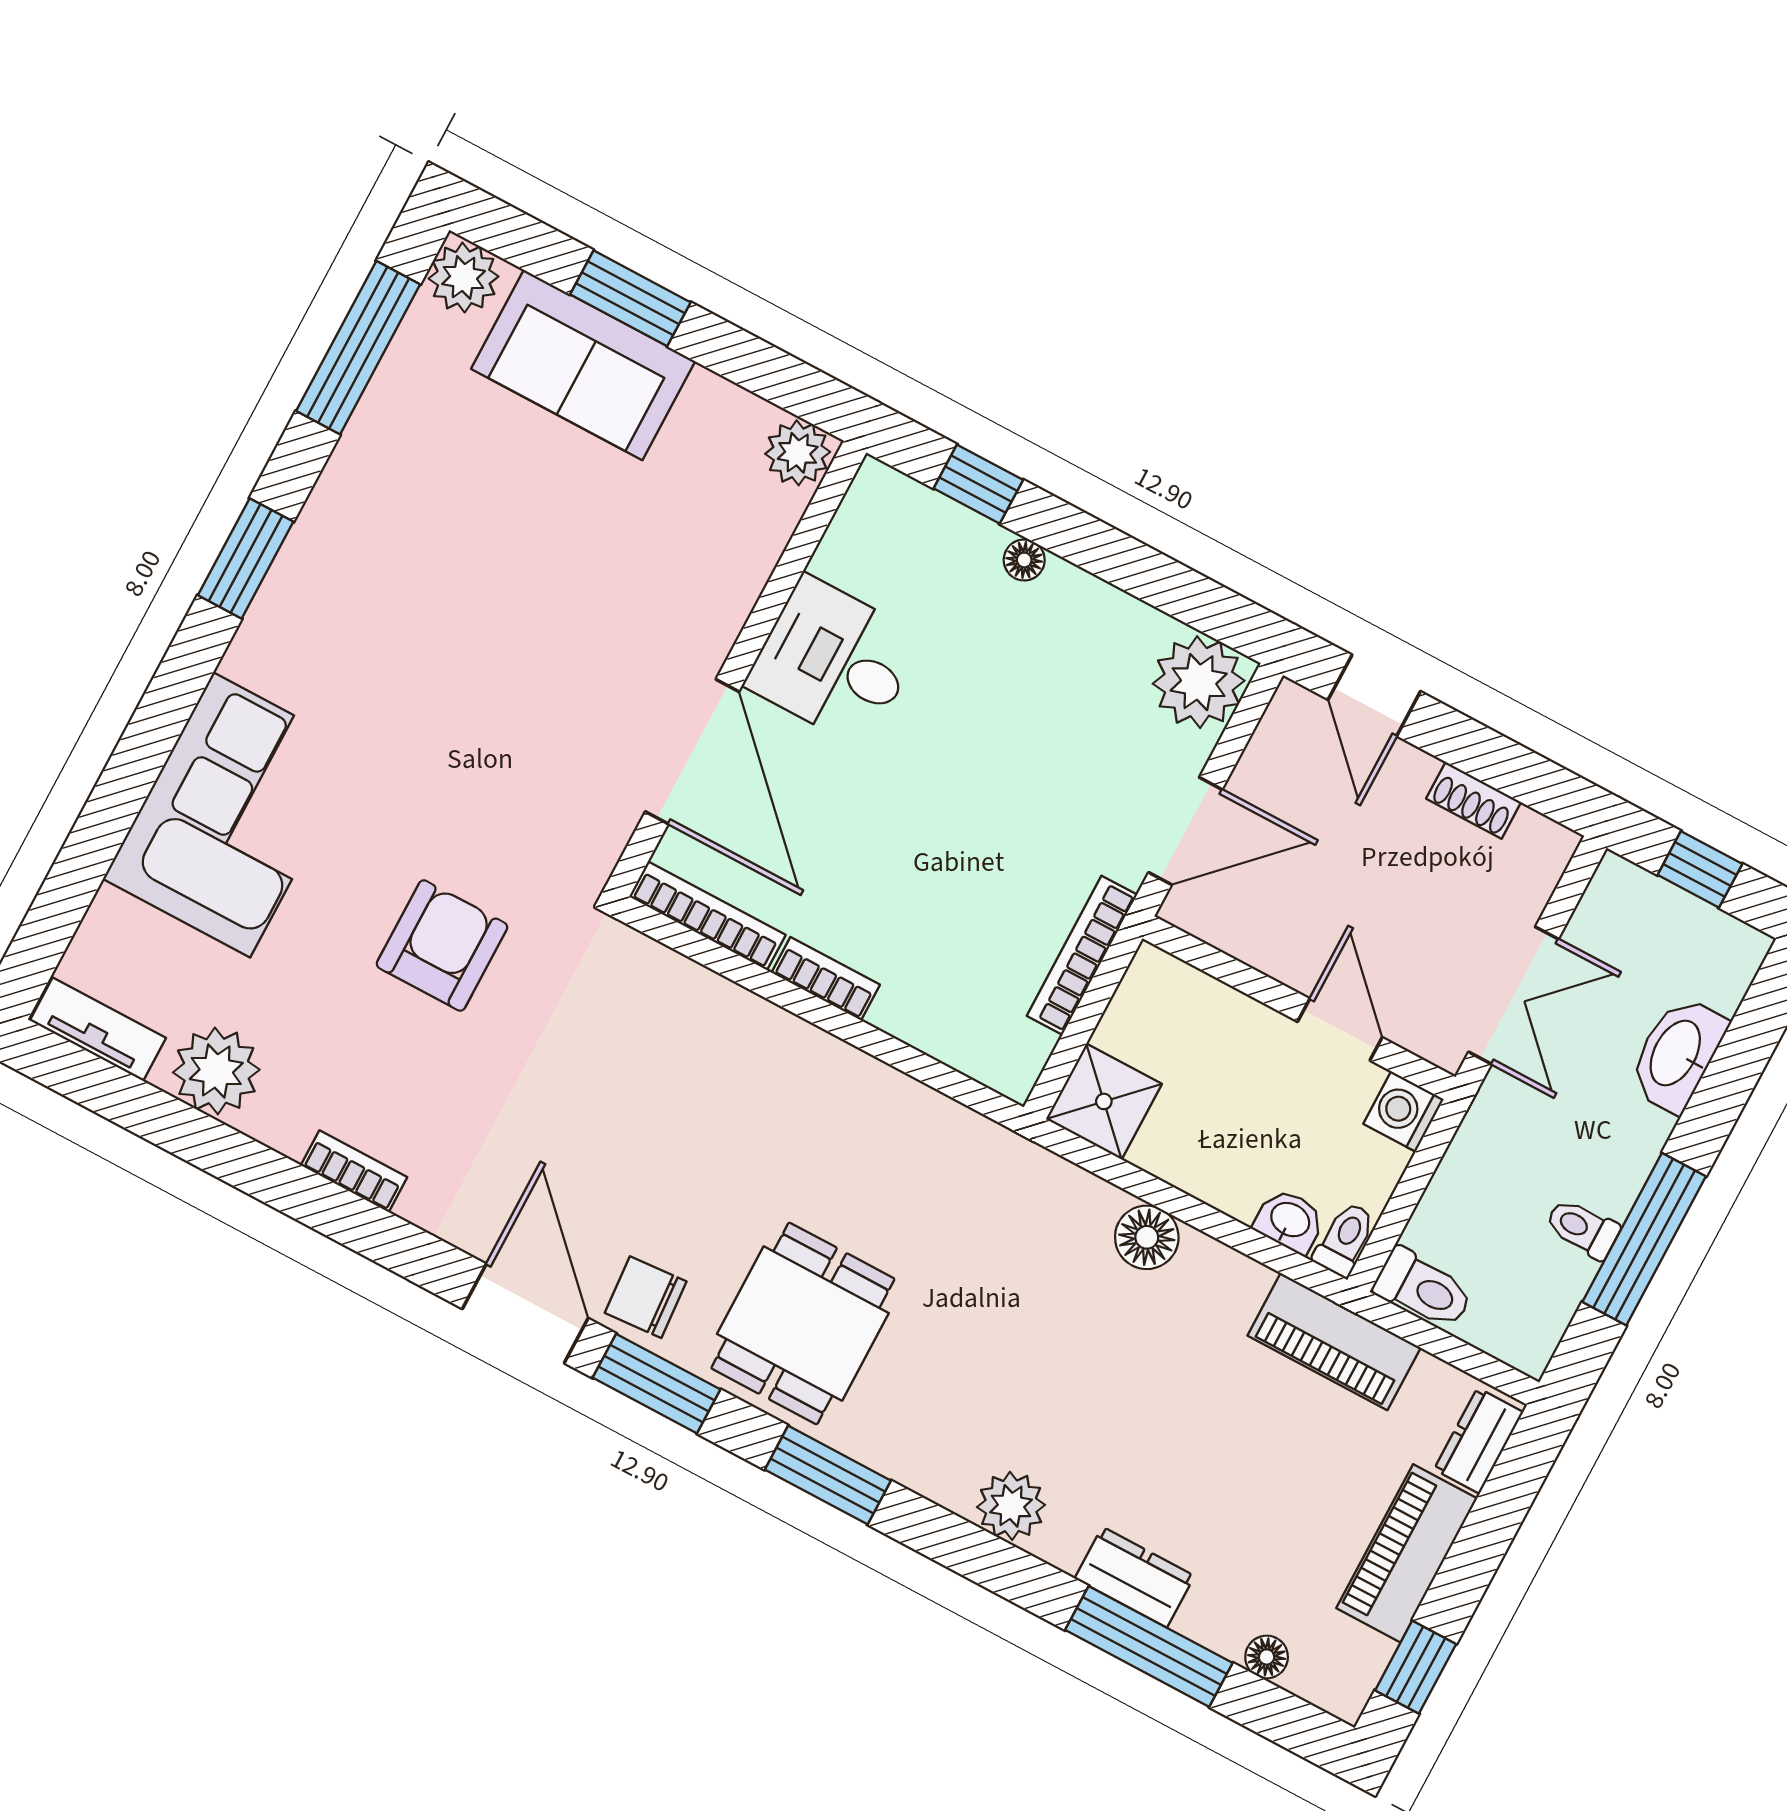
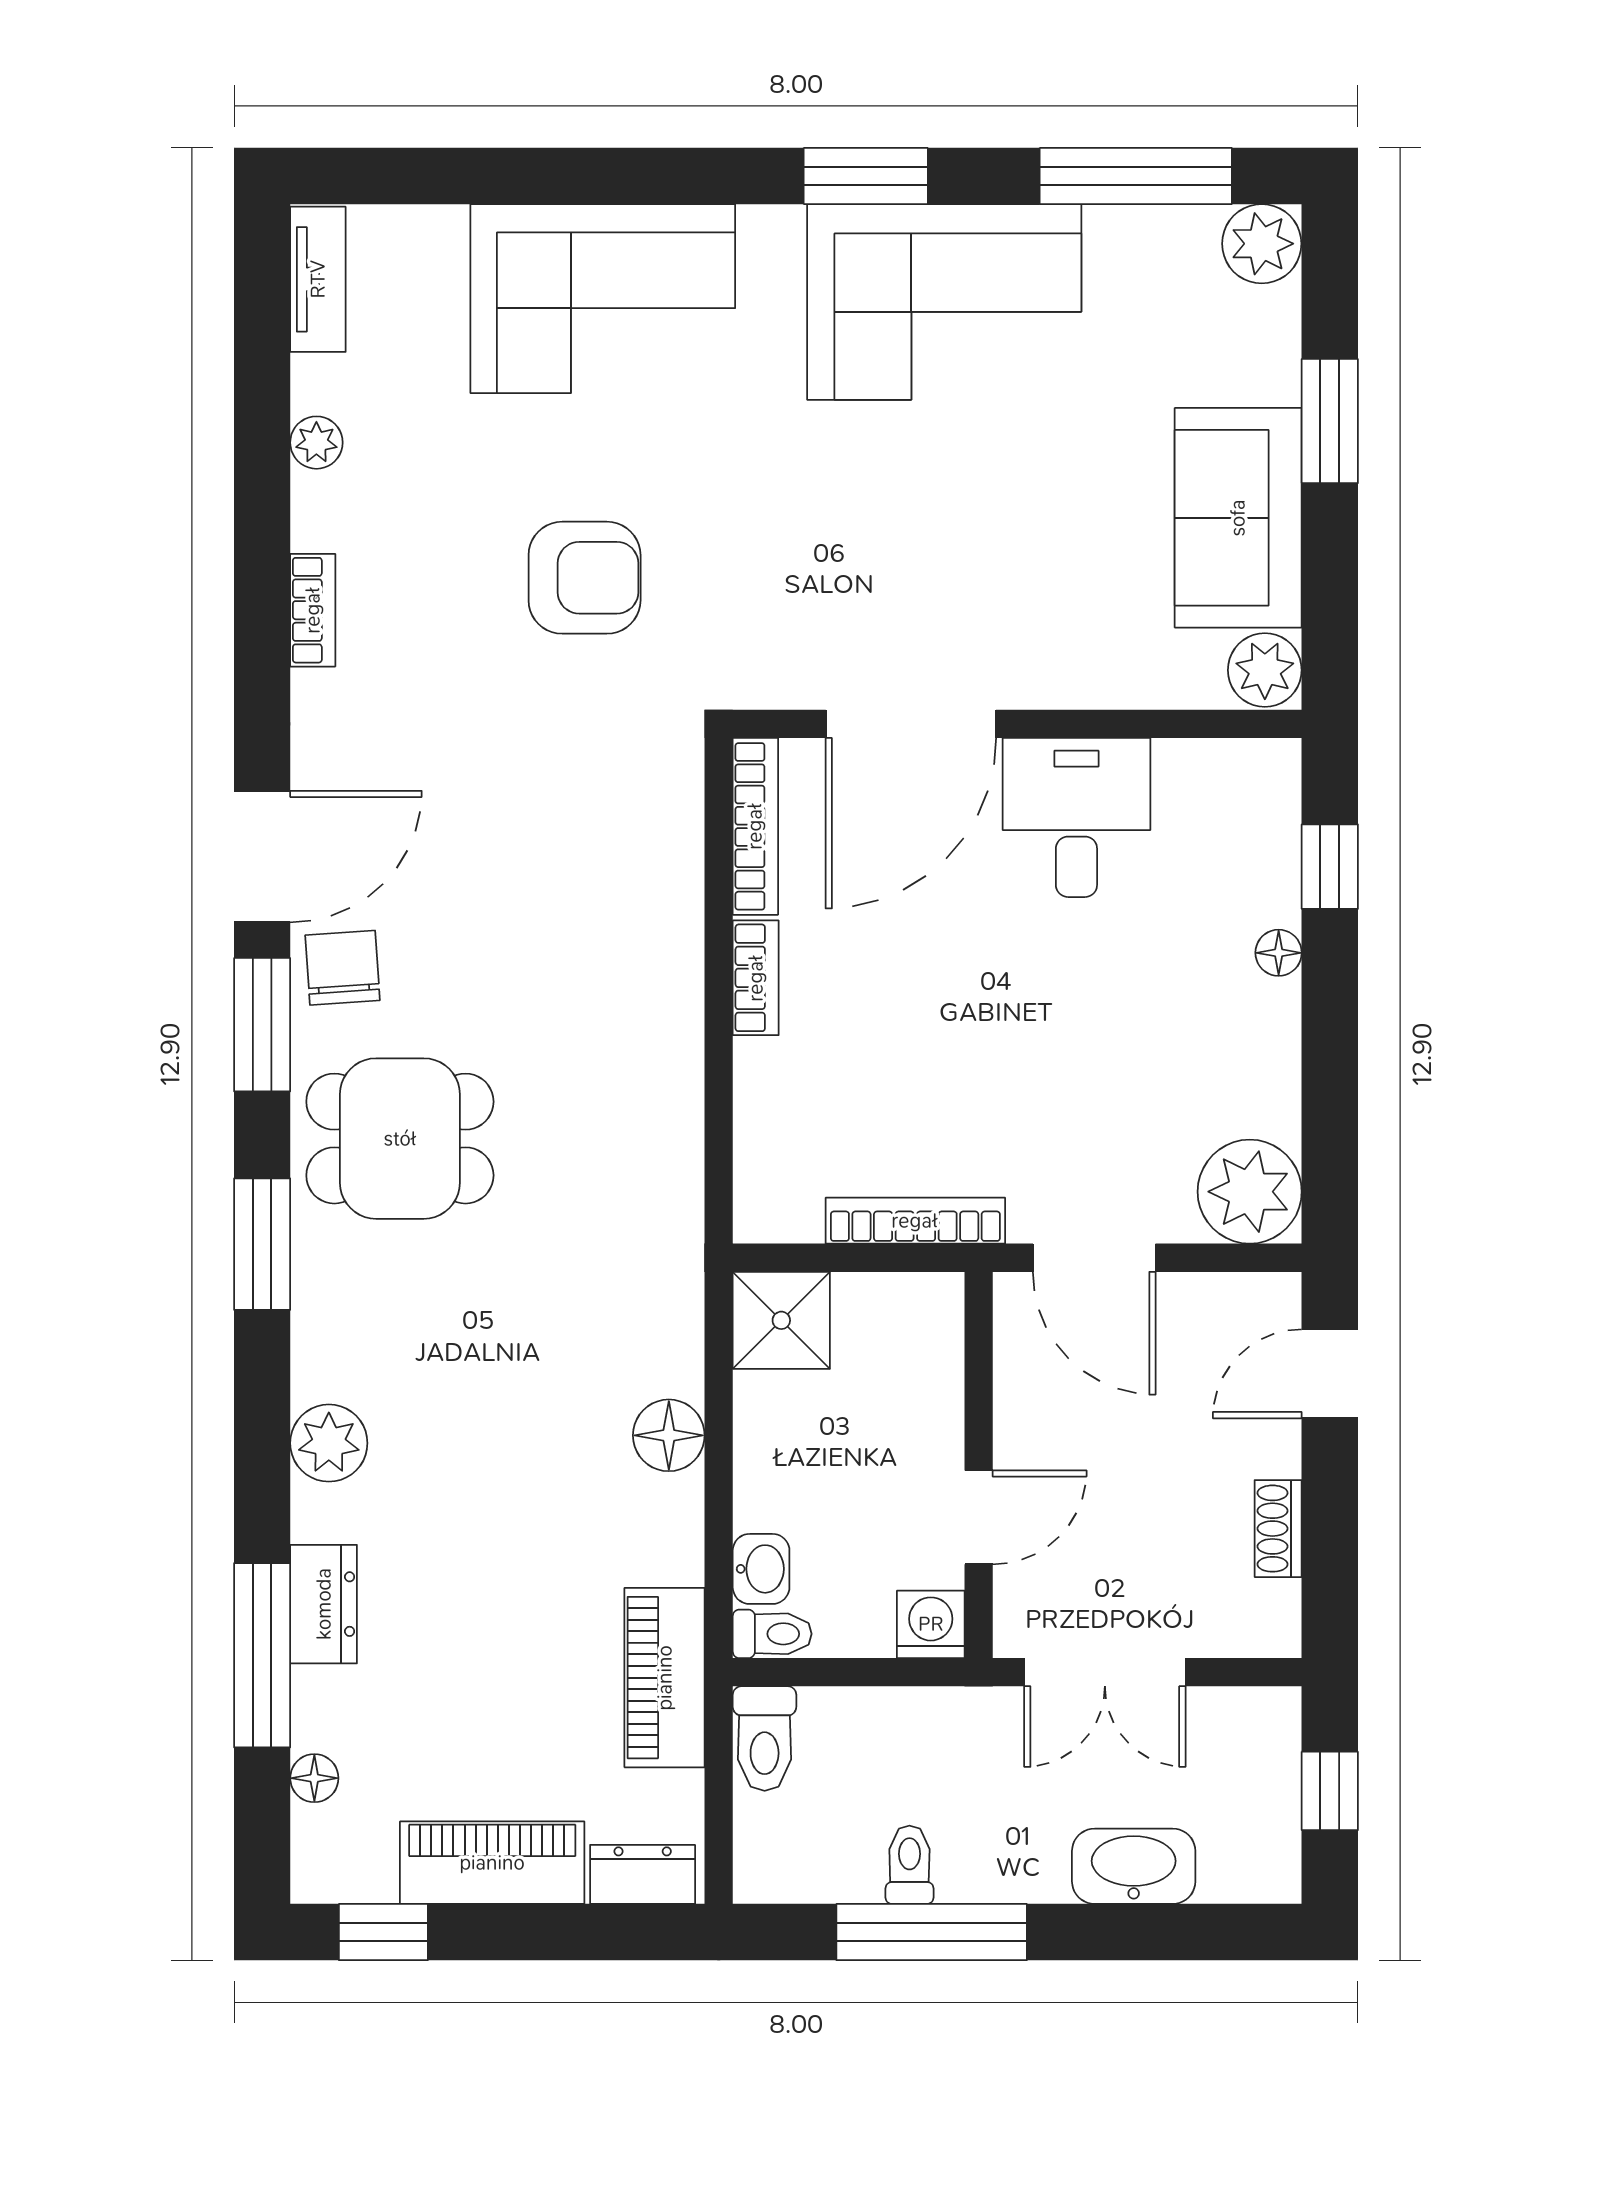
sofa: (583, 365) -> (1238, 518), moved
corner sofa: (377, 550) -> (944, 302), added
plant: (216, 1071) -> (316, 443), width x0.53, depth x0.53

